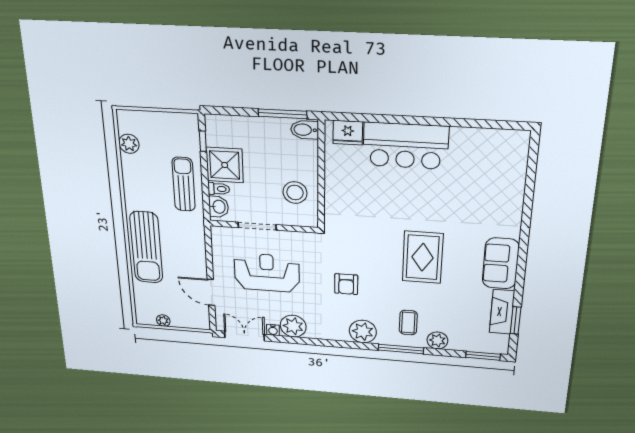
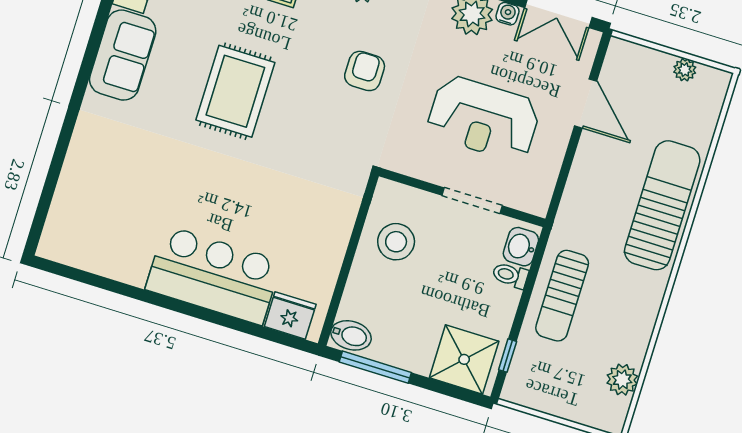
shower: (225, 165) -> (464, 359), moved

